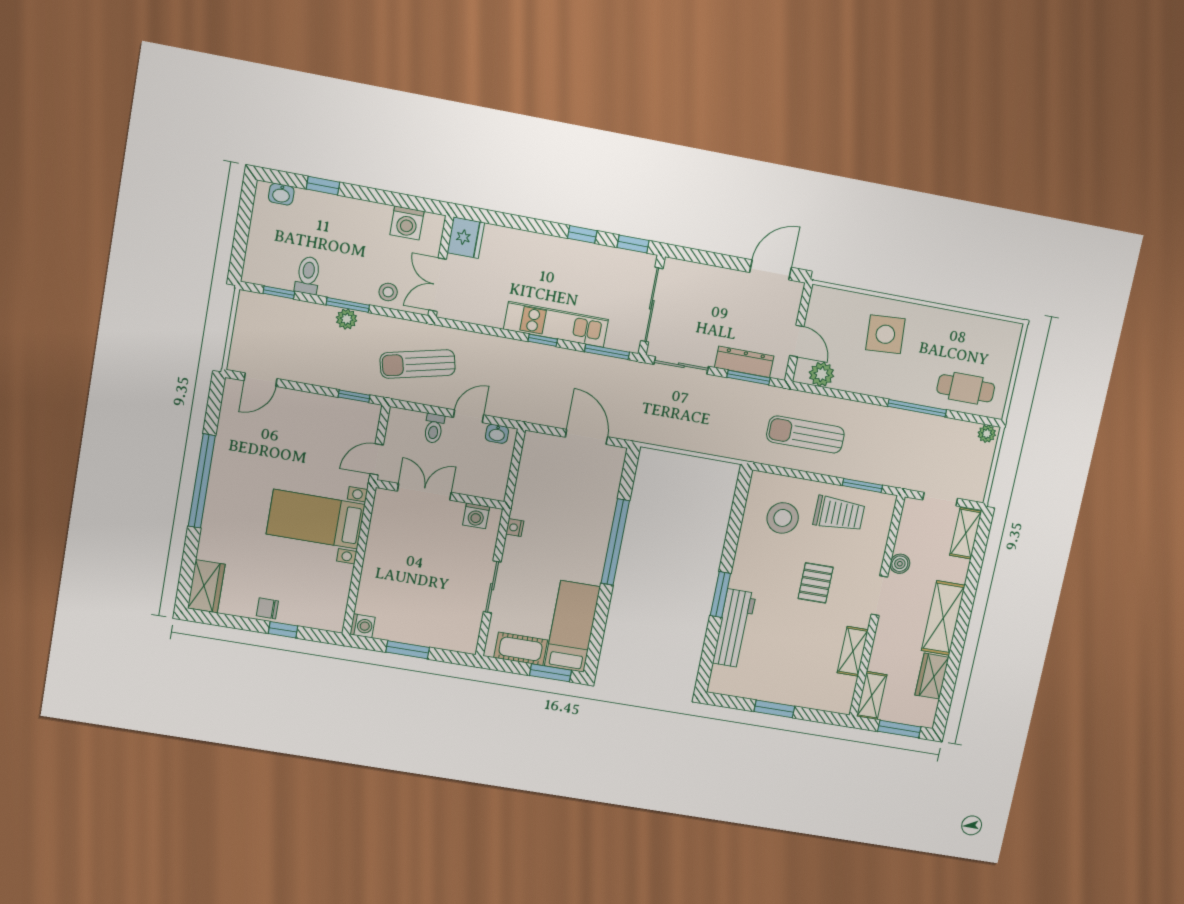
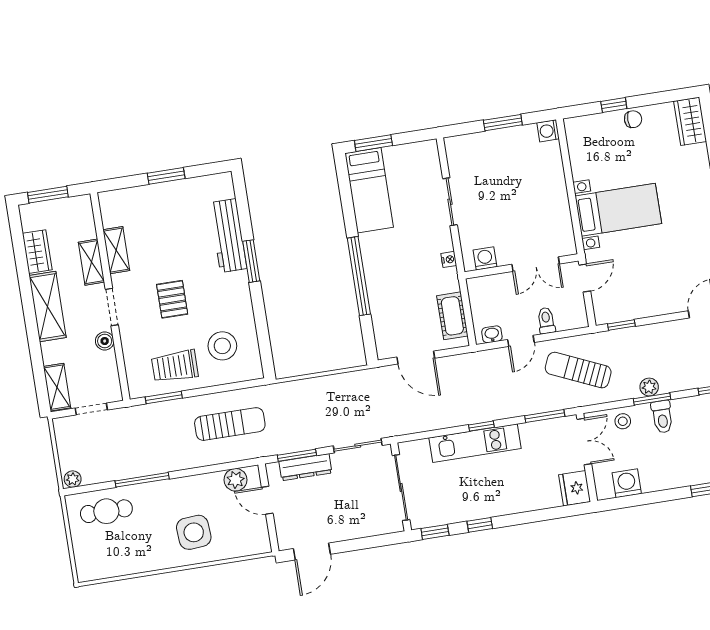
toilet: (308, 275) -> (662, 417), moved
window: (607, 352) -> (545, 416), moved
sun lounger: (418, 364) -> (578, 370), turned -143
cot: (521, 649) -> (452, 316), moved, turned 90
shelving: (872, 696) -> (91, 262), moved

